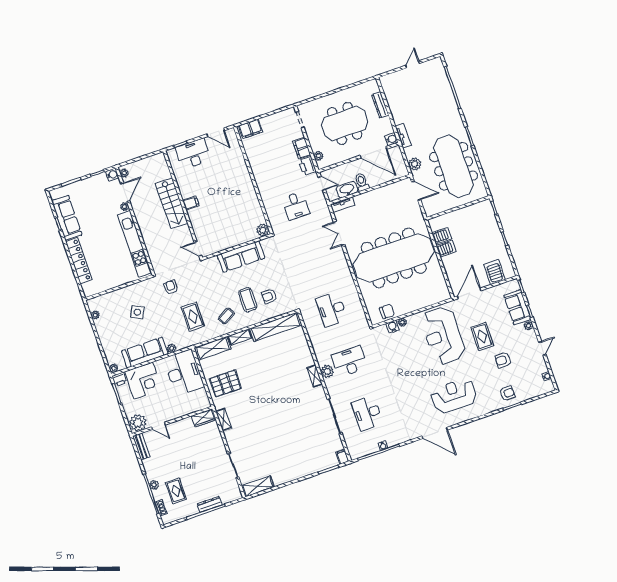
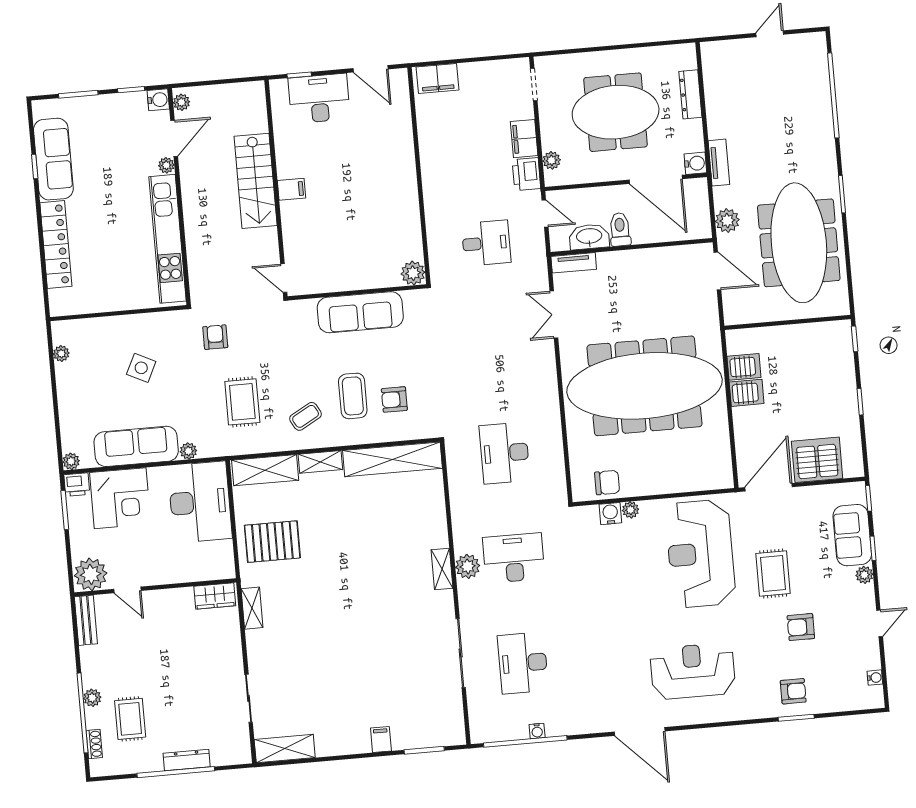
desk: (296, 206) -> (486, 243), turned -90
server rack: (495, 272) -> (817, 460), width x1.60
filing cabinet: (342, 457) -> (381, 740), moved

